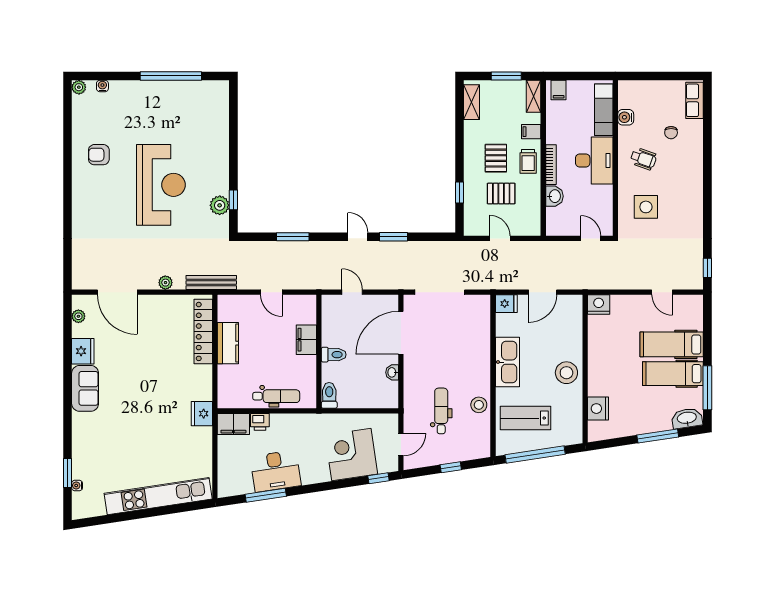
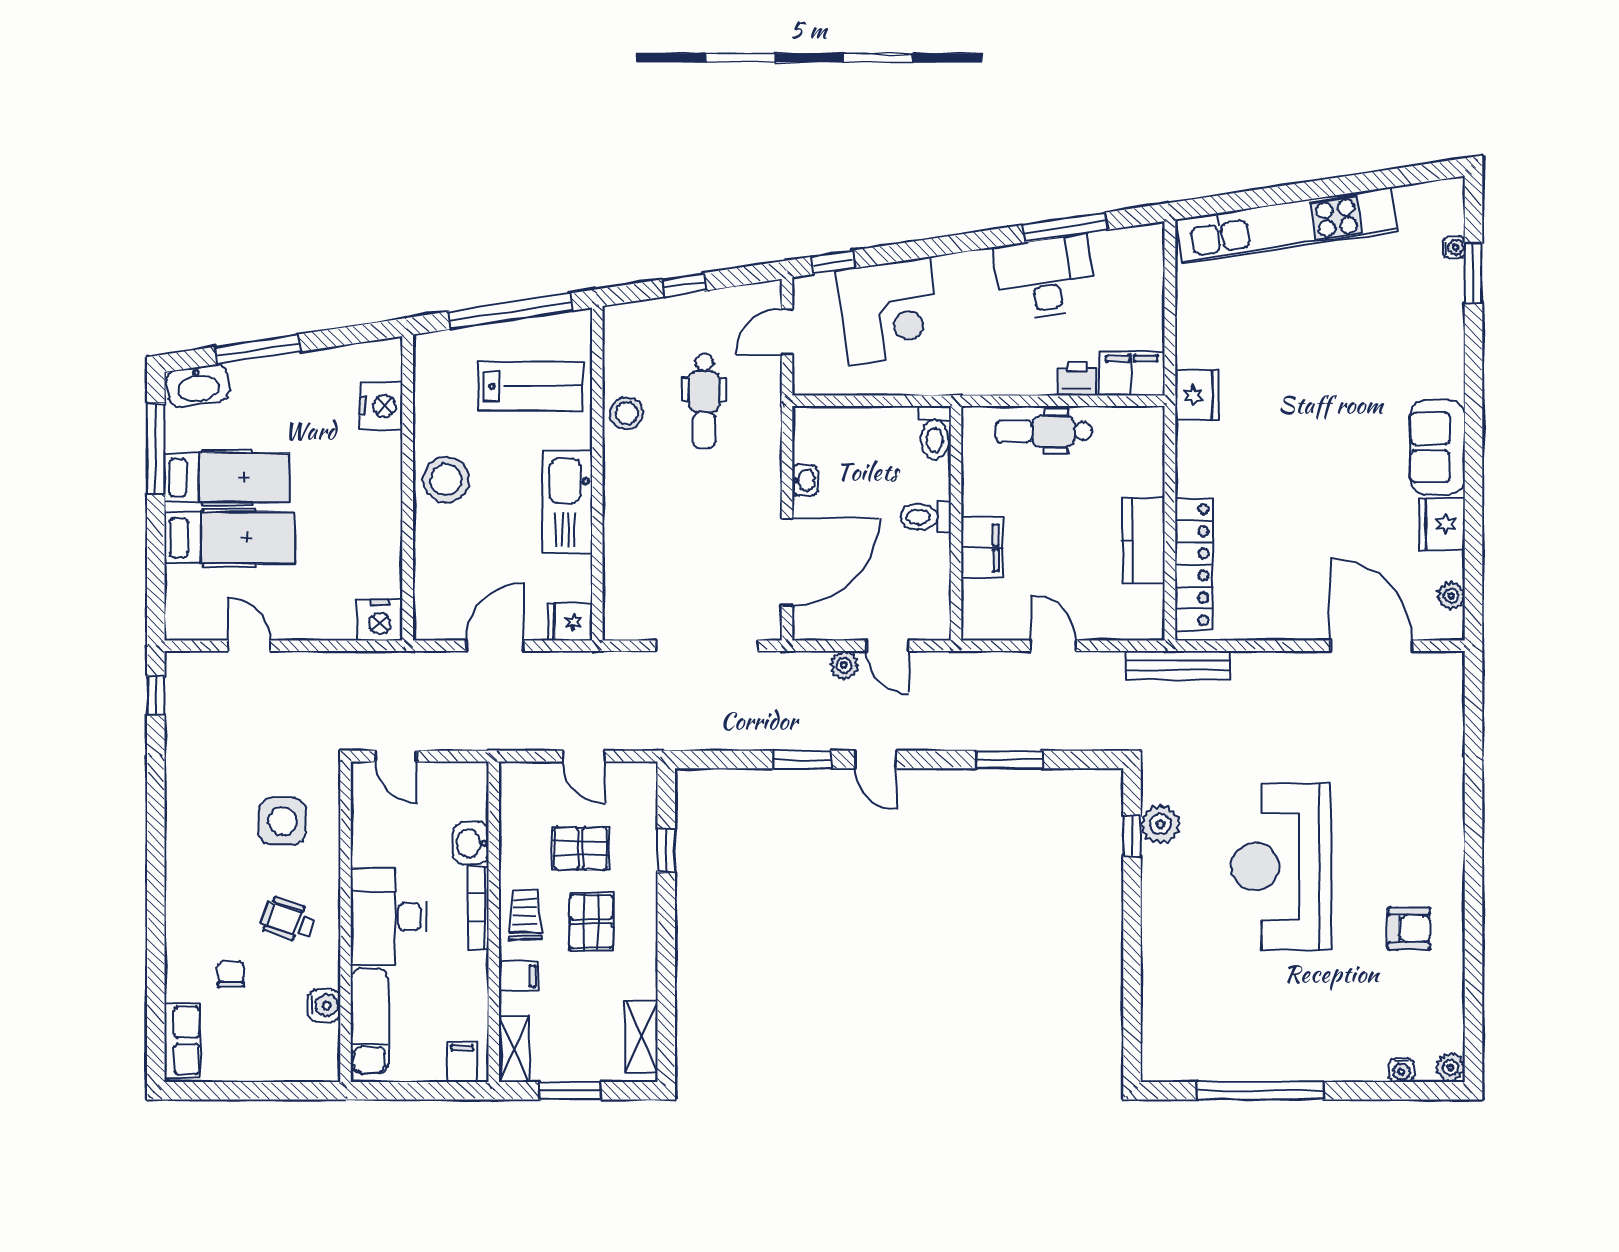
plant: (165, 283) -> (844, 665), moved

